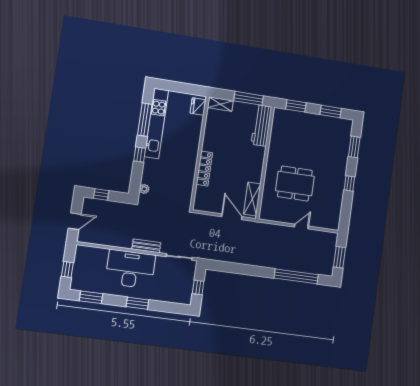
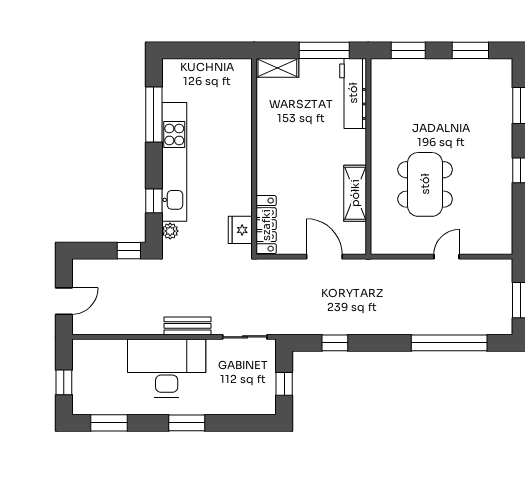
fridge: (198, 106) -> (240, 230), moved
kitchen unit: (156, 123) -> (174, 162), moved
window: (140, 155) -> (154, 201), moved
locker: (204, 169) -> (266, 225), moved
dining table: (295, 183) -> (425, 184), turned 90
window: (101, 195) -> (129, 251), moved
shelving: (252, 199) -> (355, 193), moved
window: (231, 267) -> (335, 343), added

